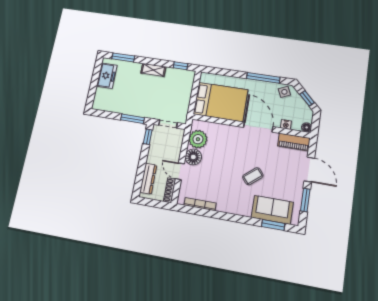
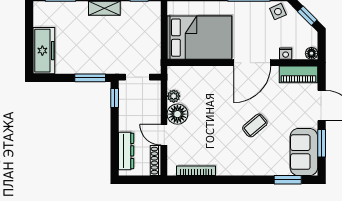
freezer: (107, 76) -> (44, 51), moved, width x1.40
door: (258, 127) -> (252, 63), swing flipped
plant: (198, 139) -> (174, 96), width x0.53, depth x0.53
sofa: (272, 210) -> (304, 152), moved, turned -90

